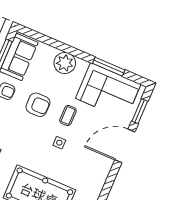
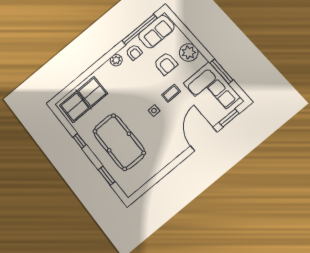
armchair: (38, 105) -> (166, 64), moved
door: (125, 146) -> (204, 139), hinge flipped

